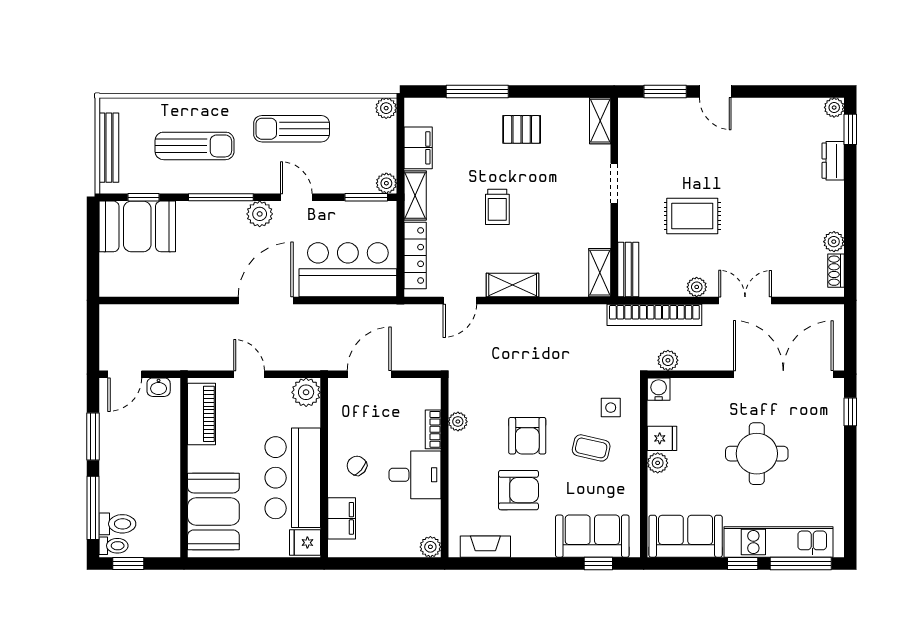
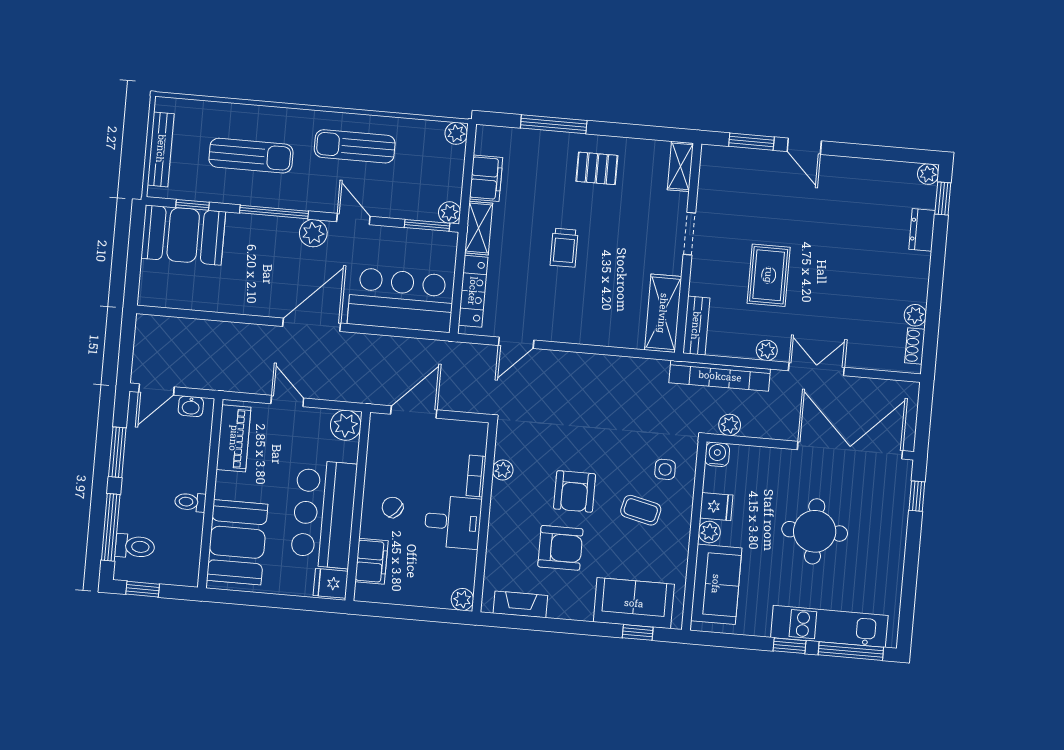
rug: (692, 216) -> (769, 275), turned 90
shelving: (600, 273) -> (663, 313), width x1.50, depth x1.33
shelving: (513, 285) -> (573, 331), removed
sofa: (686, 536) -> (716, 584), moved, turned 90
toilet: (114, 546) -> (190, 502), moved, turned 180

